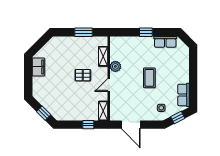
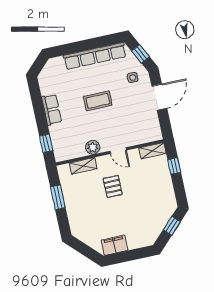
window: (146, 32) -> (46, 143), moved
row of seats: (165, 42) -> (52, 110), moved
row of seats: (184, 95) -> (95, 56), width x2.02
door: (131, 125) -> (159, 97), moved

